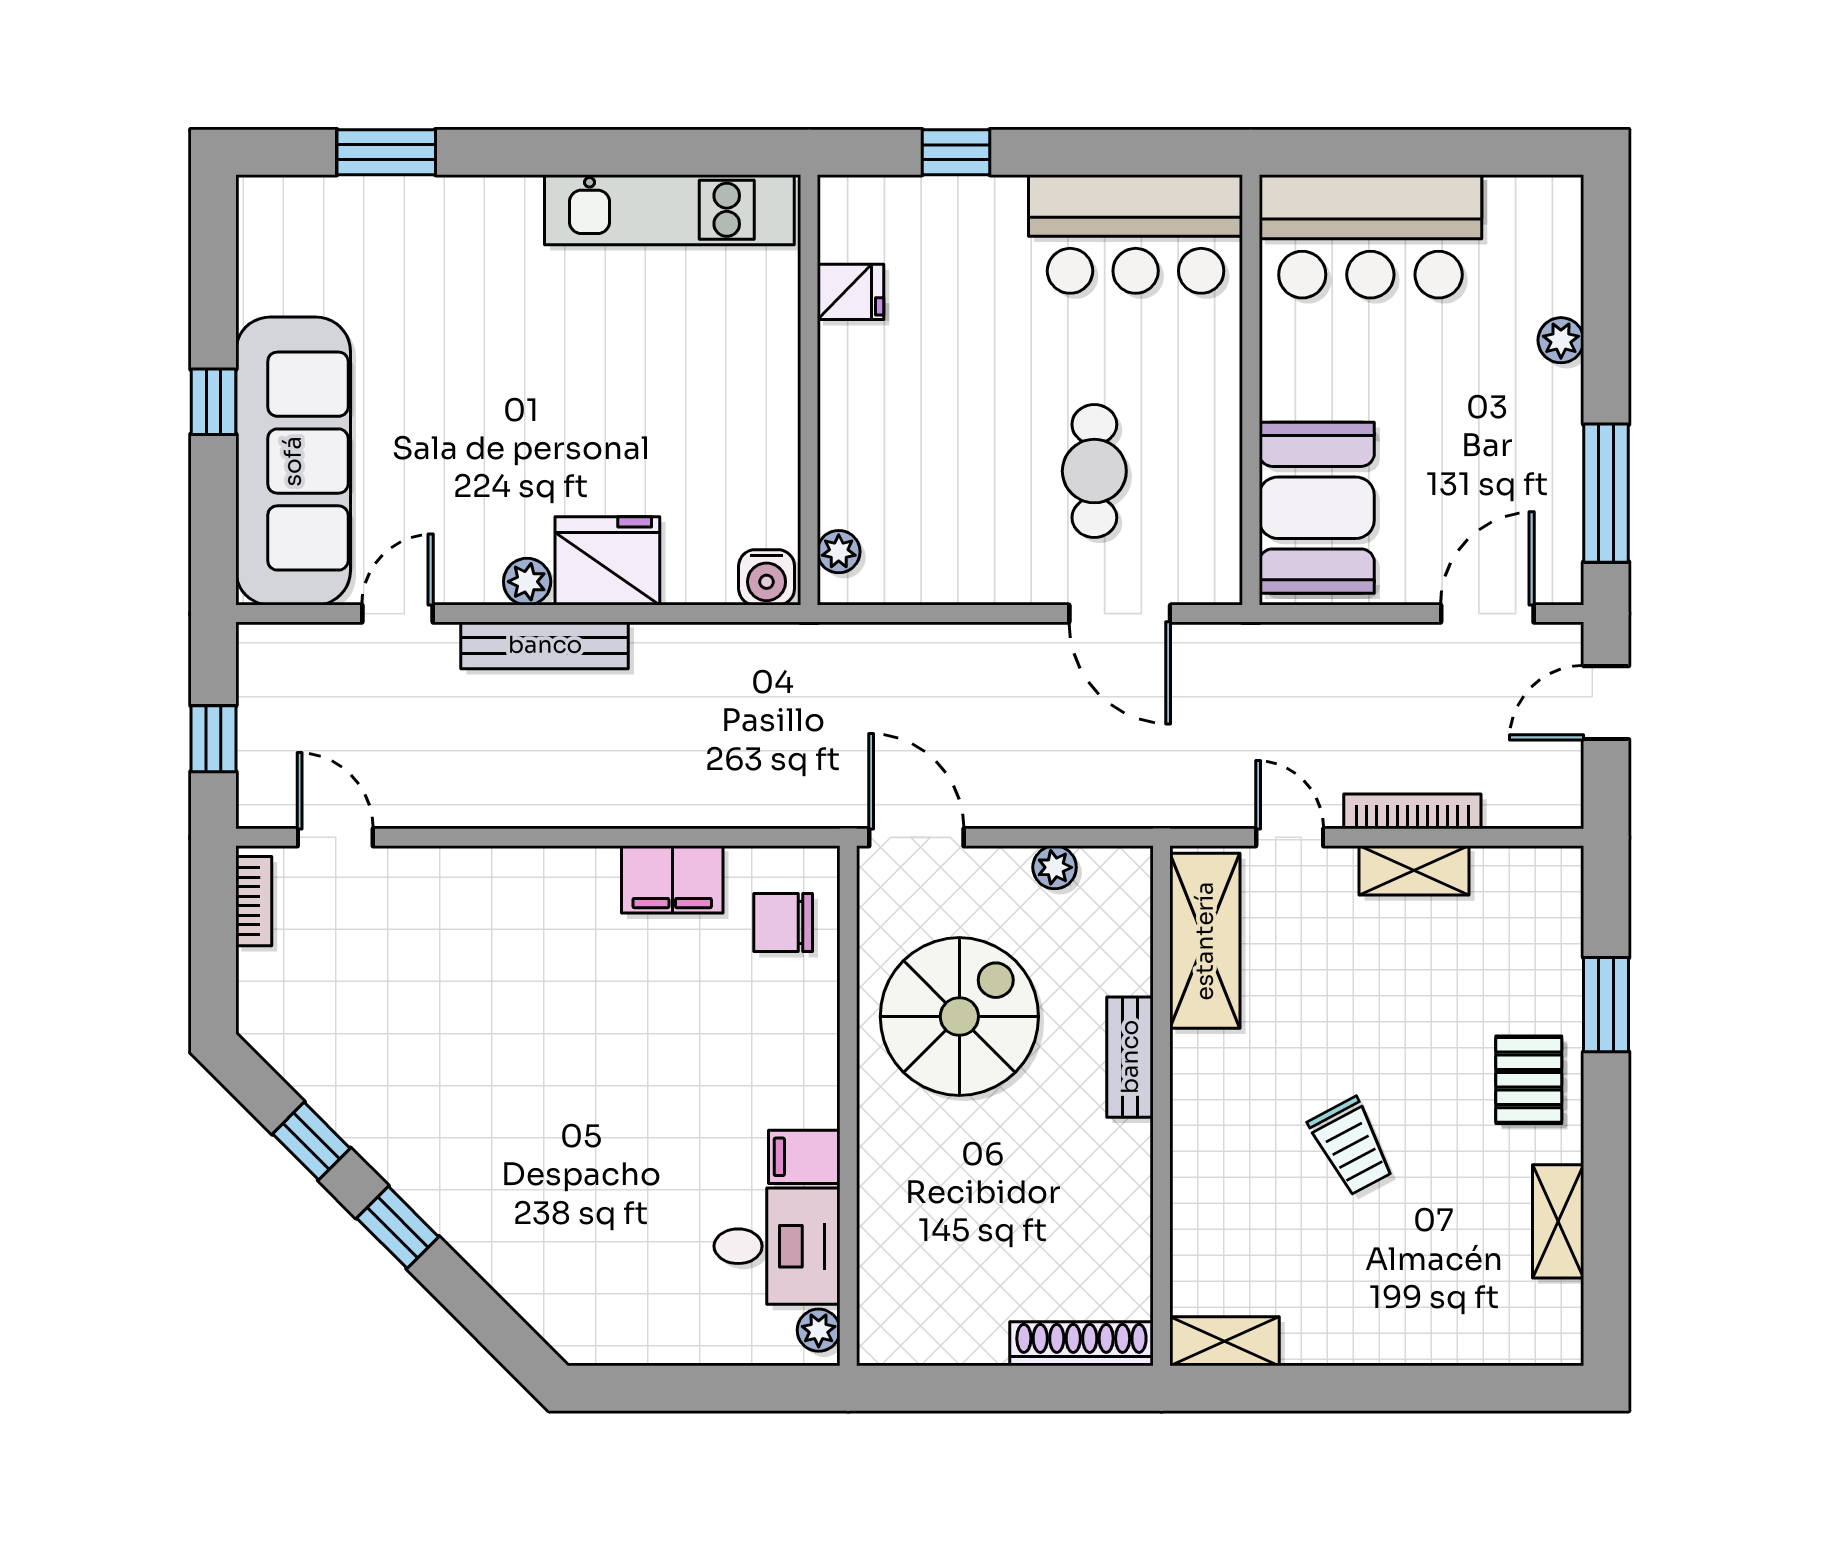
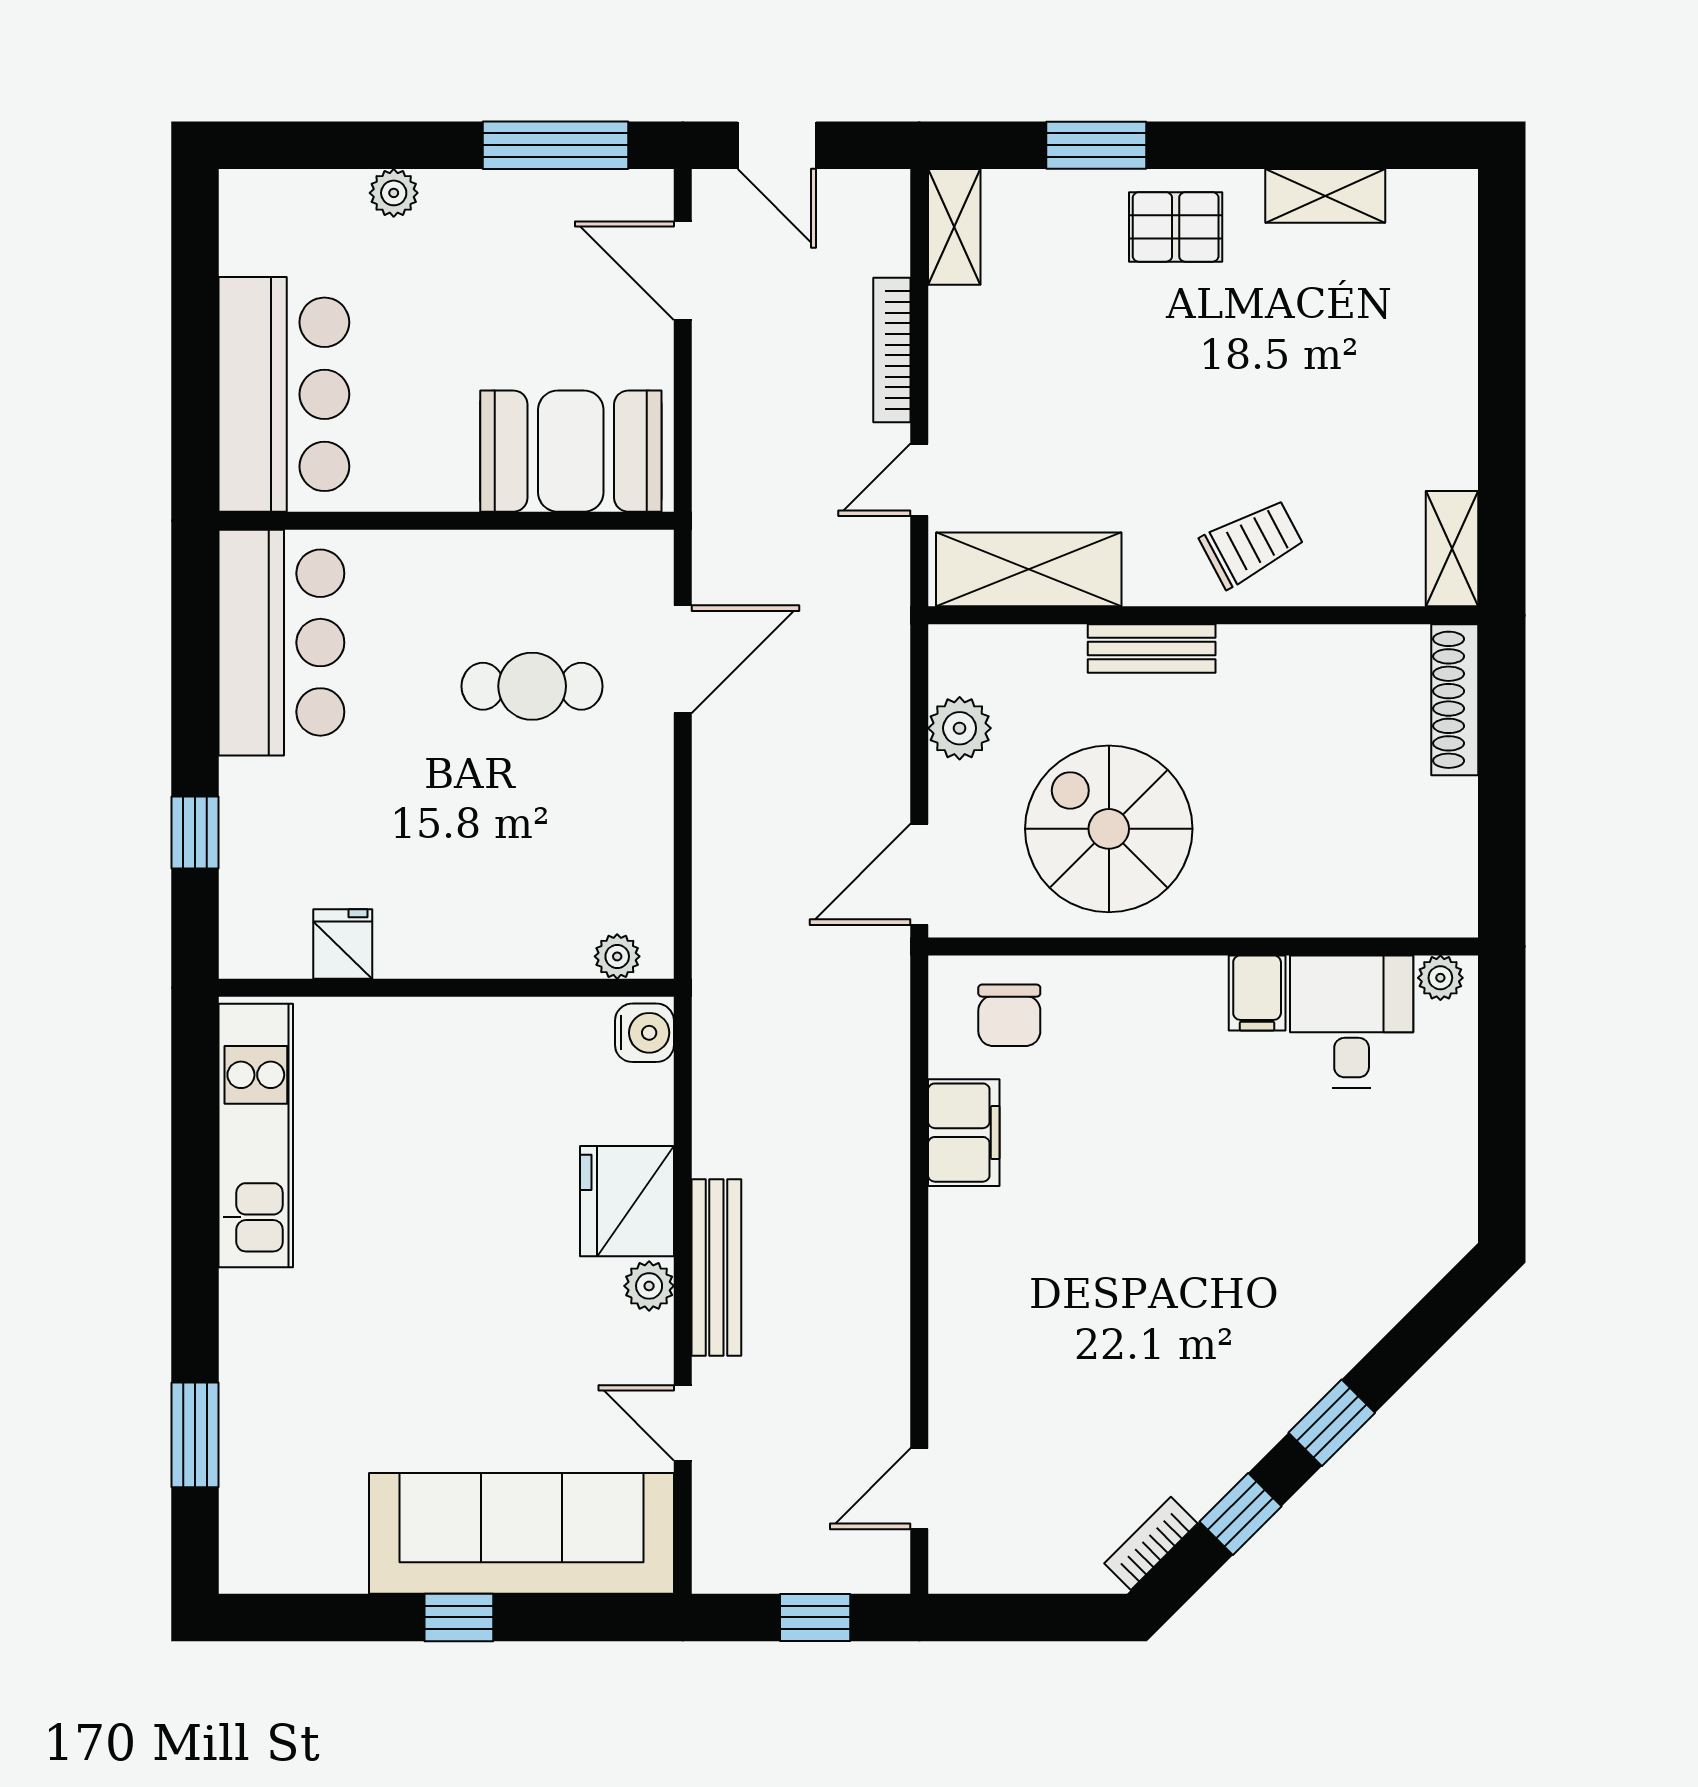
plant: (1055, 867) -> (960, 728), width x1.38, depth x1.38
shelving: (1414, 870) -> (954, 227), moved
bookcase: (254, 901) -> (1151, 1543), moved, turned -45
trolley: (1351, 1146) -> (1252, 543), moved

